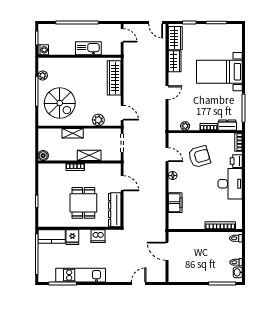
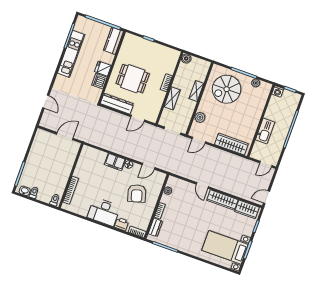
wardrobe: (175, 61) -> (222, 200), width x1.50
bed with nightstands: (219, 72) -> (225, 247), moved, turned -90
filing cabinet: (175, 203) -> (115, 162), moved
fridge: (72, 237) -> (103, 69), moved

